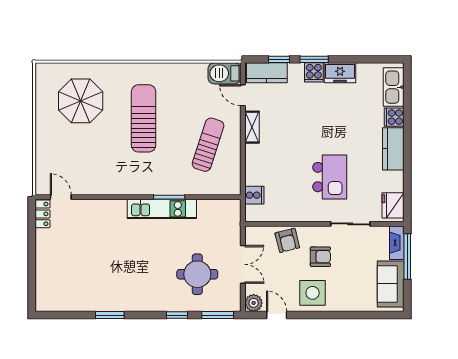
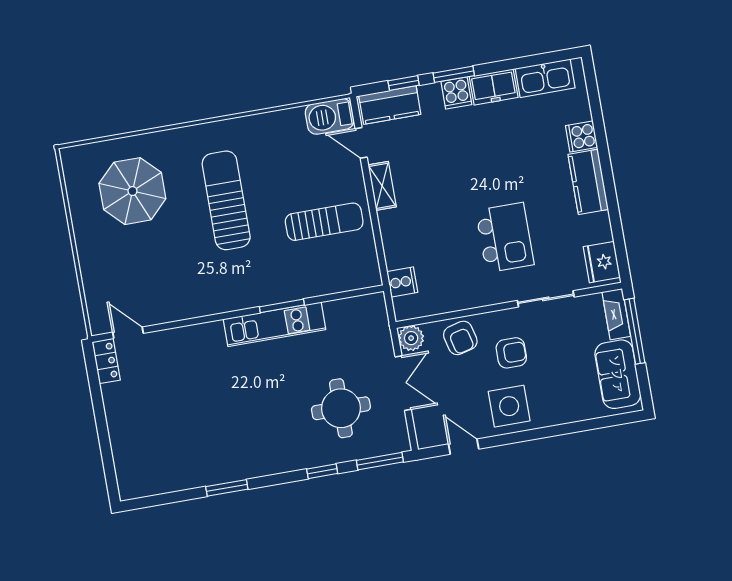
kitchen sink: (394, 87) -> (545, 78), moved, turned -90
sun lounger: (208, 145) -> (324, 222), turned 72
plant: (254, 303) -> (411, 338), moved

